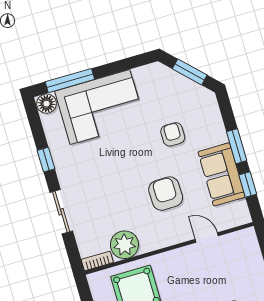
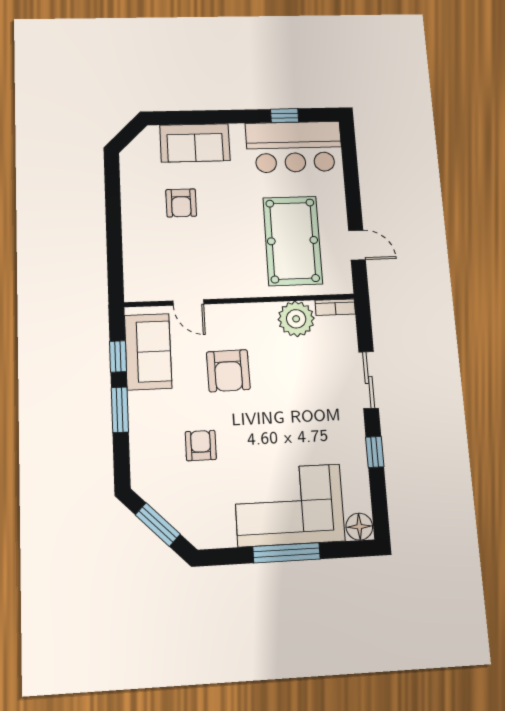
window: (70, 81) -> (287, 553), moved
armchair: (173, 134) -> (201, 446), turned 180
sofa: (222, 174) -> (148, 352), moved

